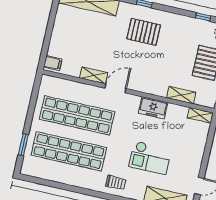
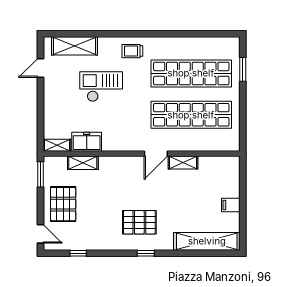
filing cabinet: (53, 63) -> (231, 205), moved
freezer: (153, 108) -> (87, 142), moved

